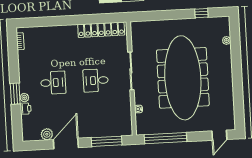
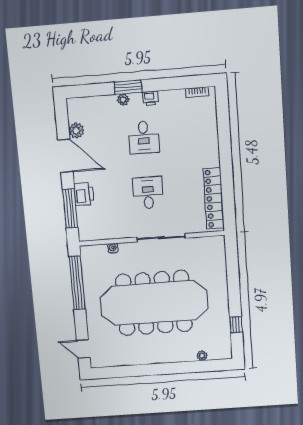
printer: (26, 109) -> (150, 98), moved
printer: (96, 130) -> (84, 194), added

